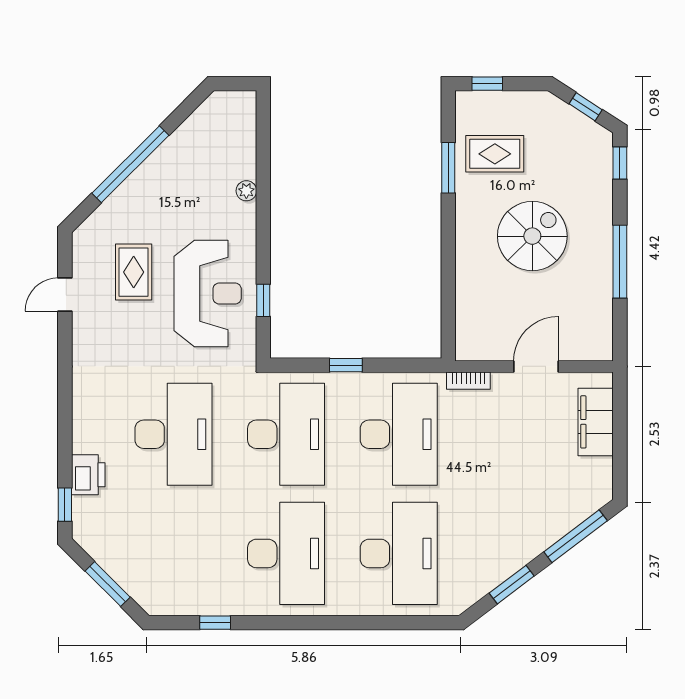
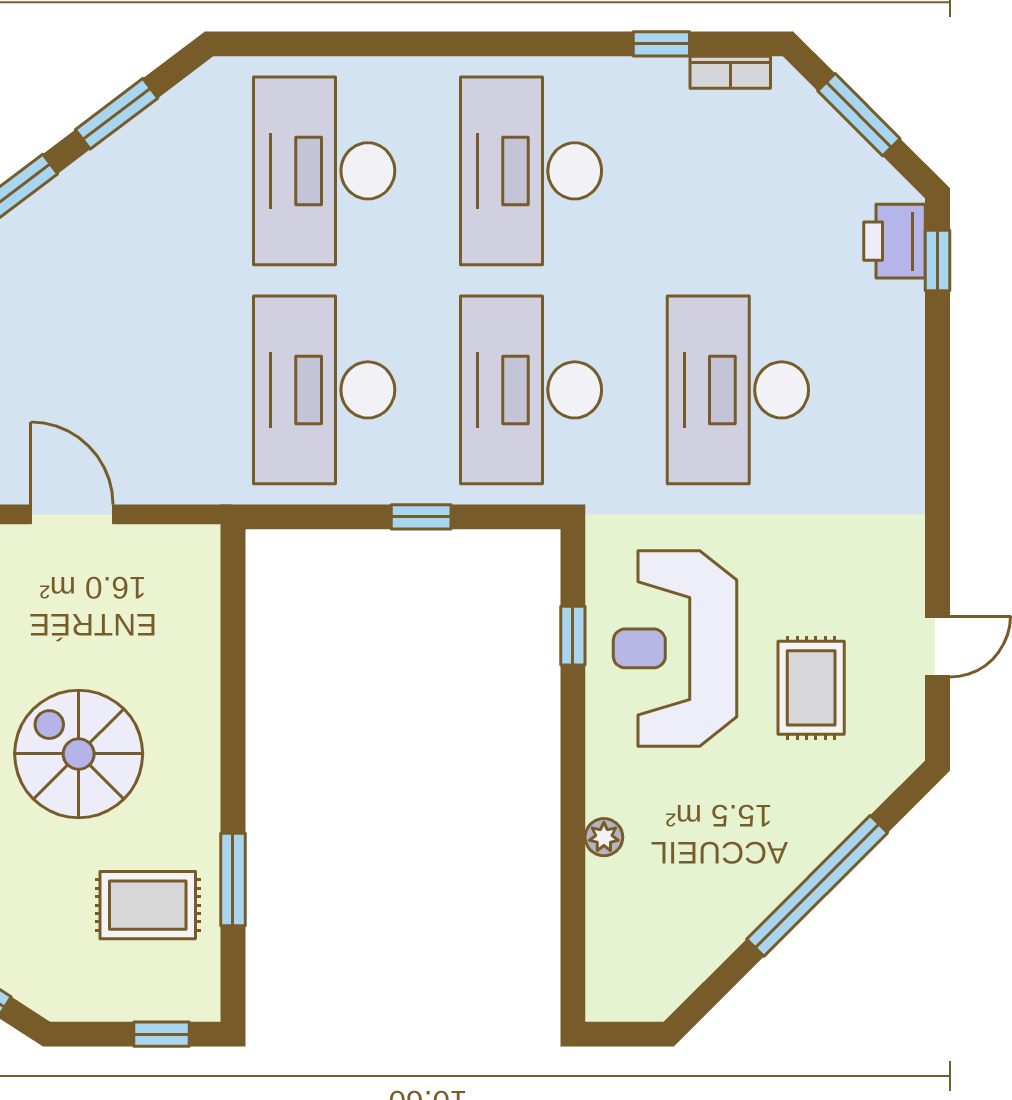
spiral stairs: (532, 236) -> (79, 754), turned 90
door: (536, 366) -> (72, 514), swing flipped
bookcase: (468, 381) -> (730, 72), moved, turned 180
printer: (88, 475) -> (895, 241), moved

